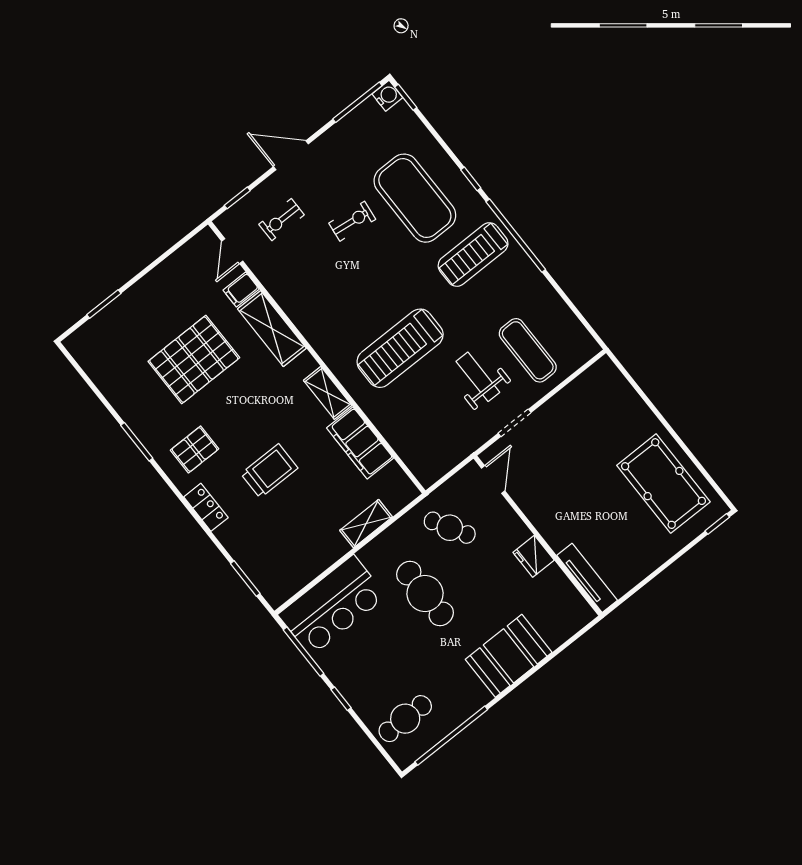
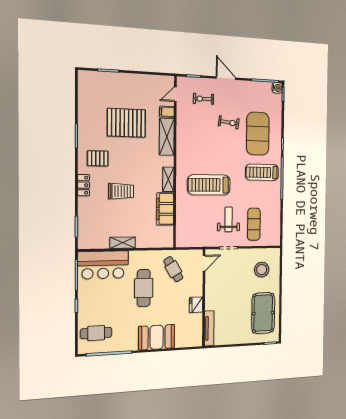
stool: (602, 414) -> (262, 270), added
shelving: (366, 524) -> (123, 243), moved

